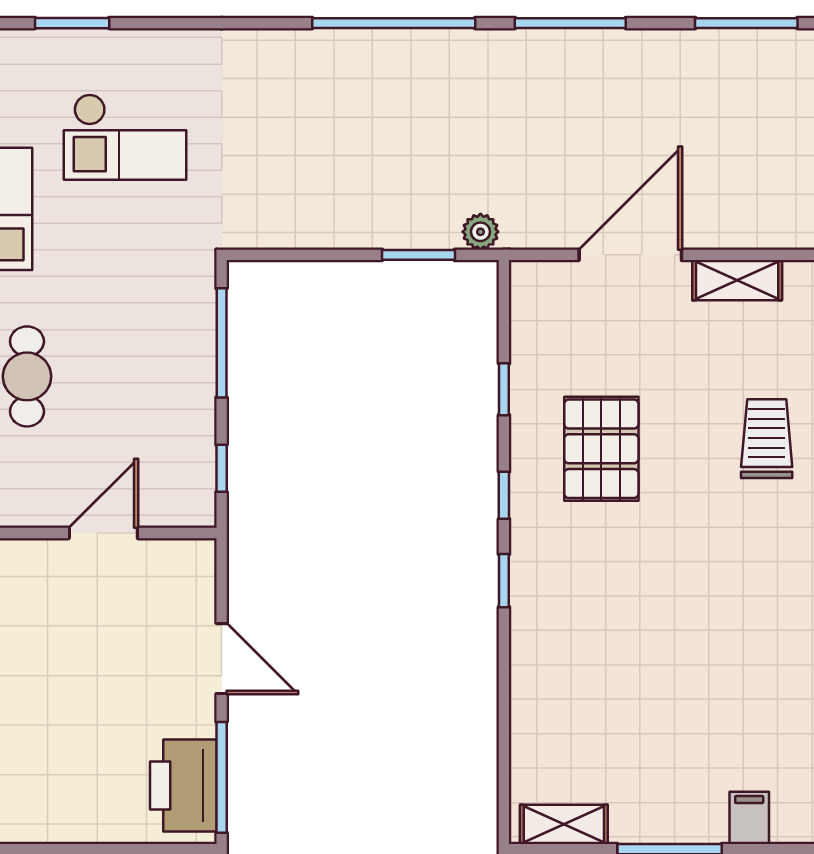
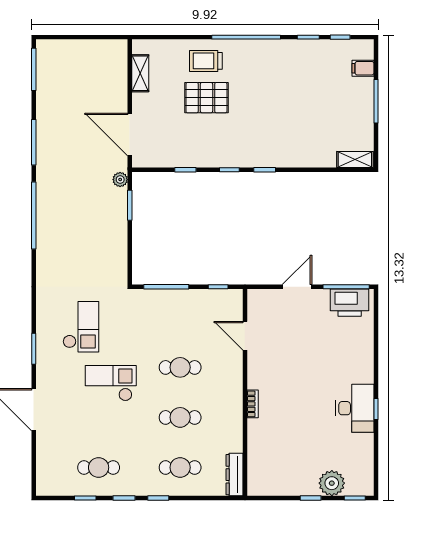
door: (630, 255) -> (130, 135), moved
pallet: (601, 449) -> (206, 98), moved
shelving: (564, 824) -> (355, 160), moved, turned 90

